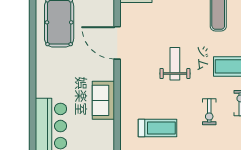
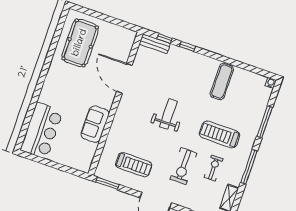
exercise bike: (209, 112) -> (184, 166), width x1.38, depth x1.39

